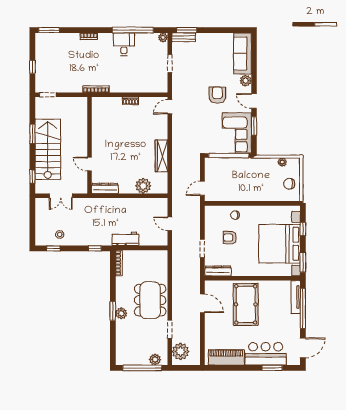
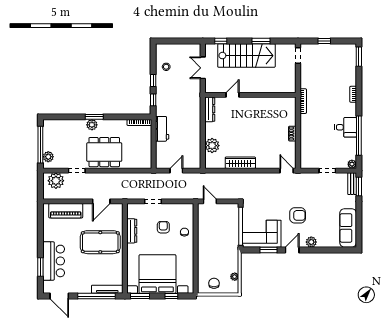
sofa: (242, 53) -> (348, 228), moved, turned -90
window: (53, 248) -> (153, 81), moved
dresser: (218, 271) -> (132, 231), moved
piano: (226, 357) -> (66, 211), moved, turned 90

